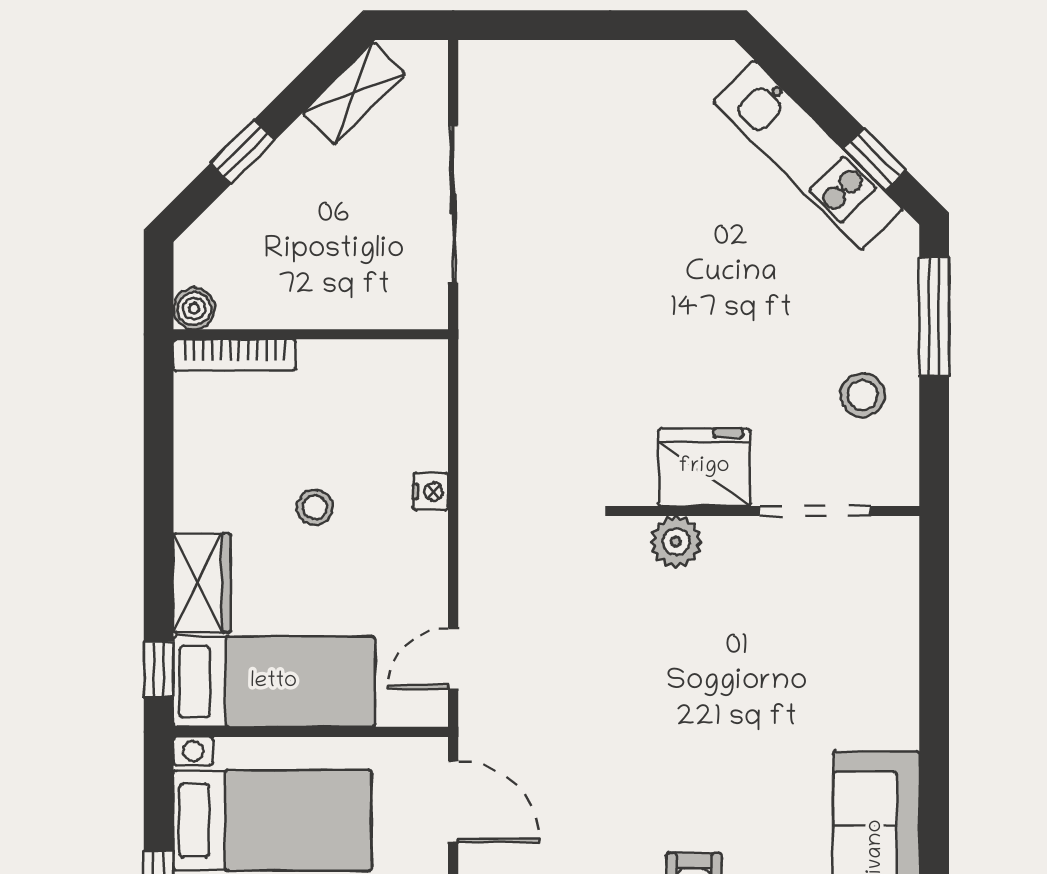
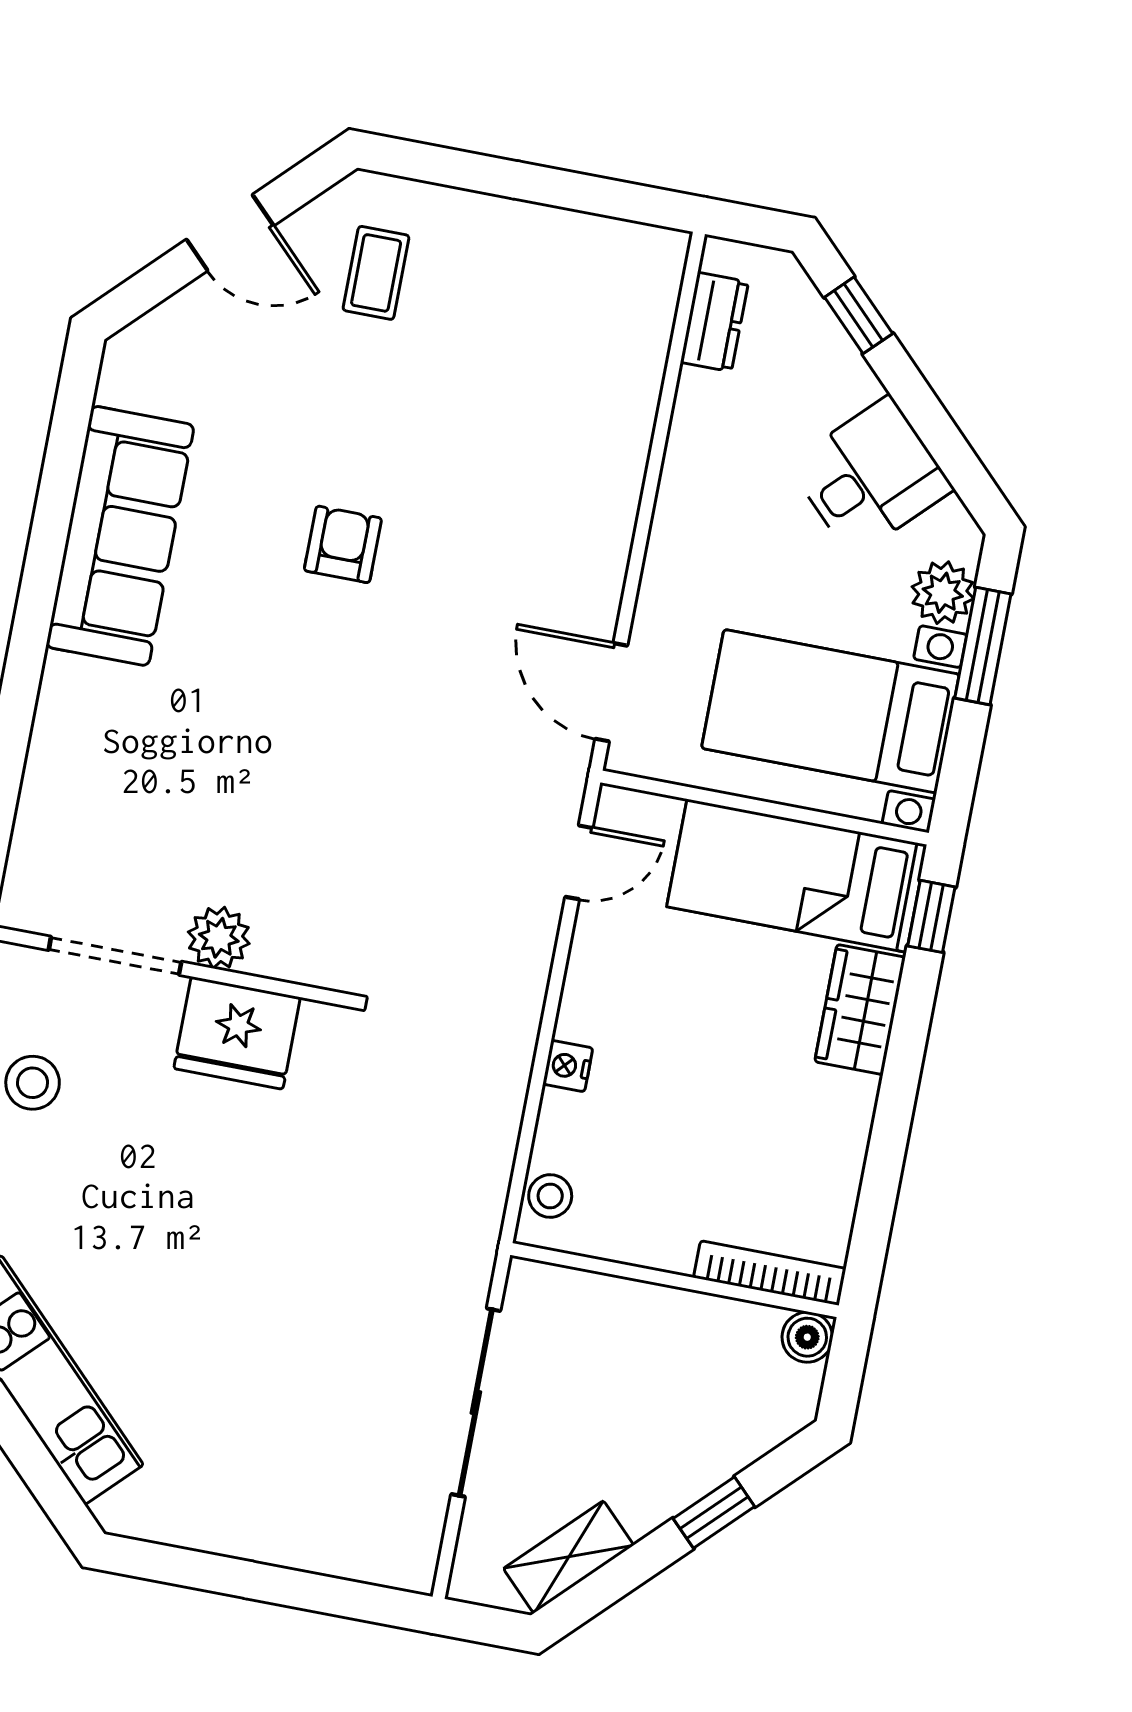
stool: (315, 507) -> (550, 1196), moved
plant: (676, 542) -> (219, 938), moved

